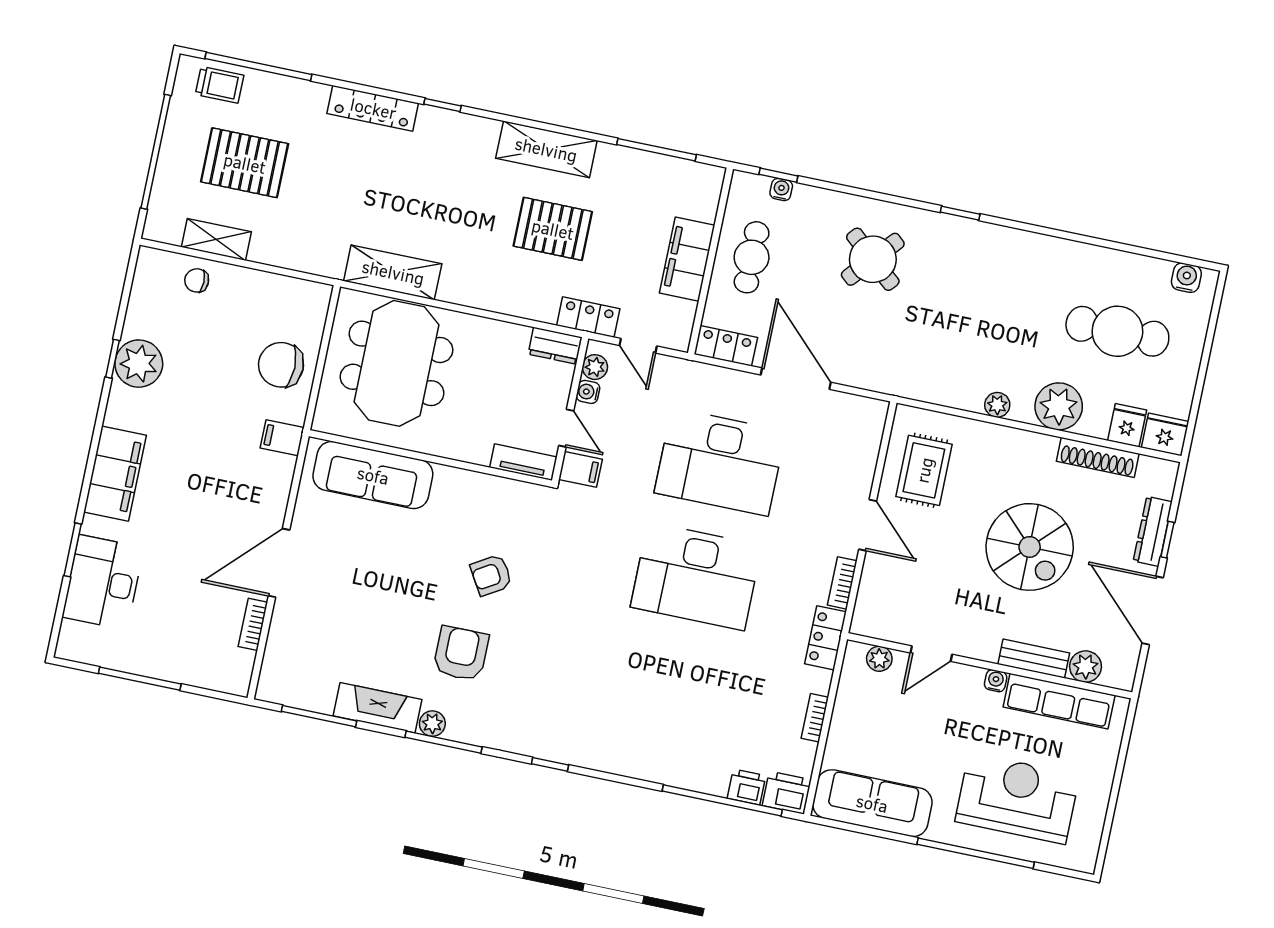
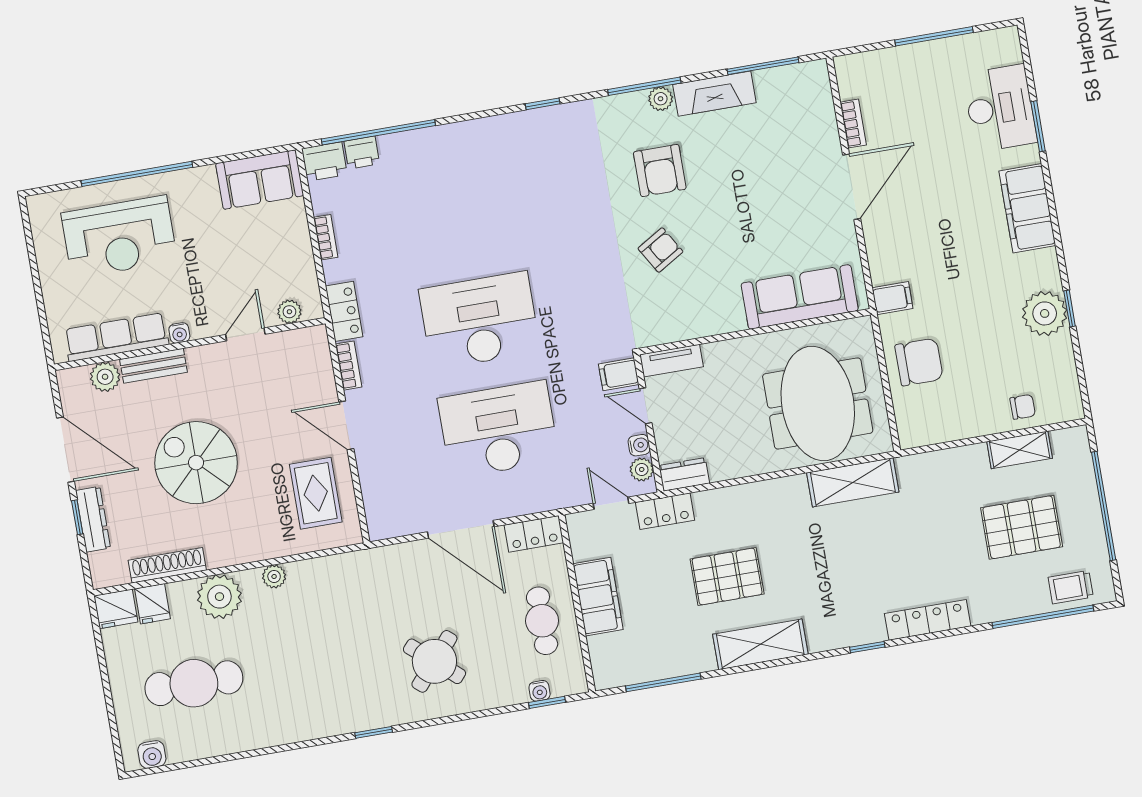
sofa: (872, 803) -> (260, 180), width x0.73

